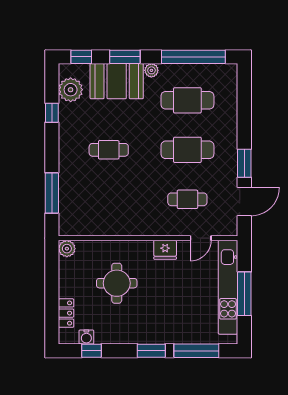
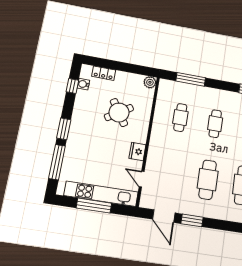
cafe table: (187, 199) -> (180, 118), moved
round table: (117, 283) -> (119, 113), turned -33

